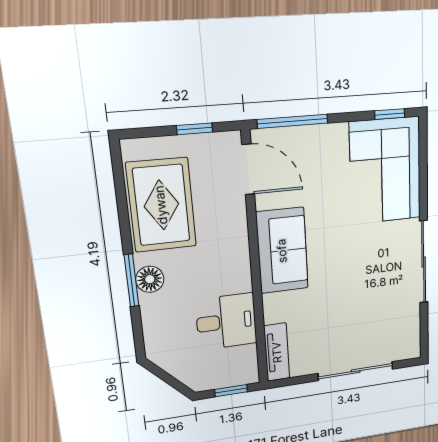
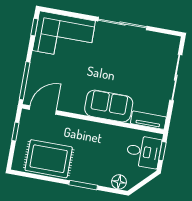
sofa: (282, 251) -> (109, 106), moved
floor lamp: (150, 279) -> (119, 182), moved
desk: (226, 322) -> (144, 152), moved, turned 90

